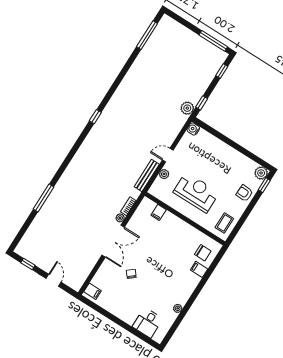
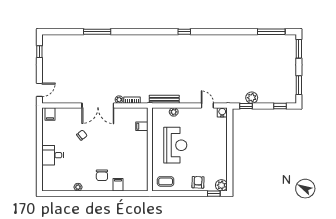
window: (179, 19) -> (299, 49), added
window: (213, 41) -> (299, 85), width x0.69
plant: (187, 108) -> (252, 98), moved
door: (168, 155) -> (207, 106), moved
chair: (203, 253) -> (102, 175), moved
door: (54, 280) -> (39, 90), moved
desk: (148, 323) -> (53, 155), moved

